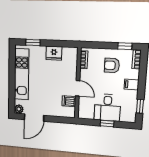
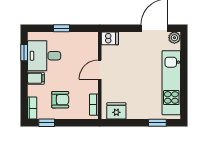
fridge: (54, 53) -> (116, 111), moved
door: (78, 88) -> (100, 70), hinge flipped
dishwasher: (69, 101) -> (110, 38), moved
desk: (107, 108) -> (44, 56), moved, turned -90

